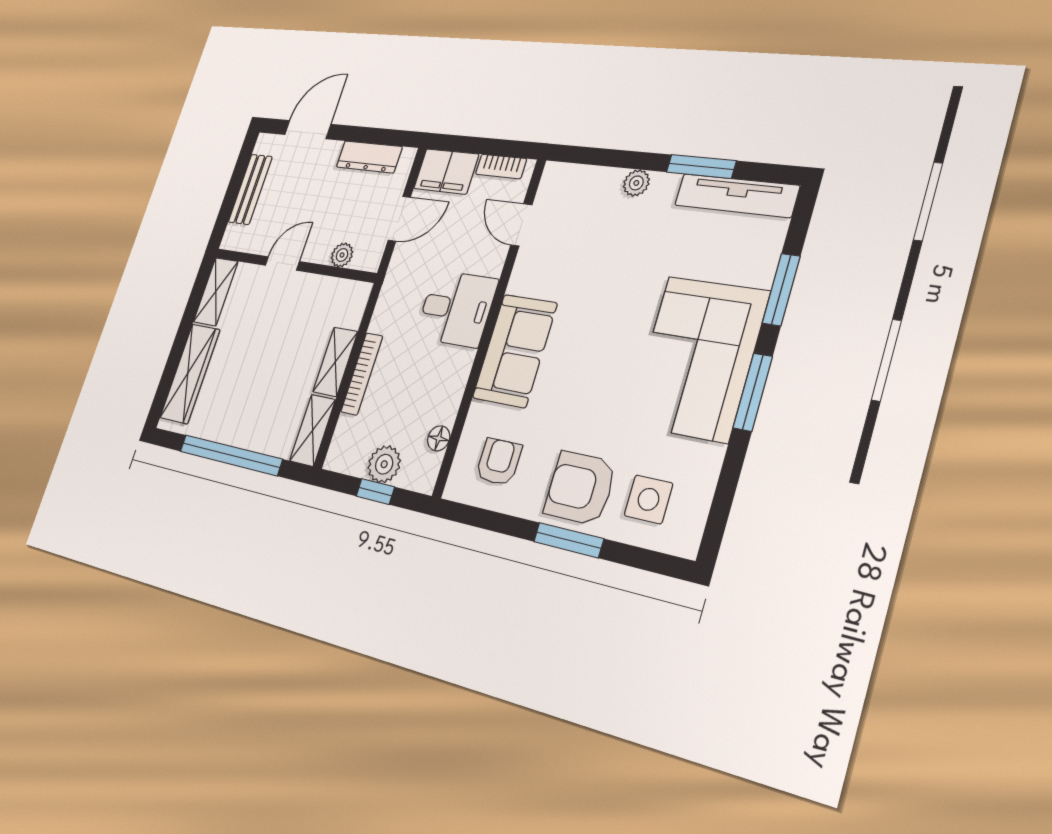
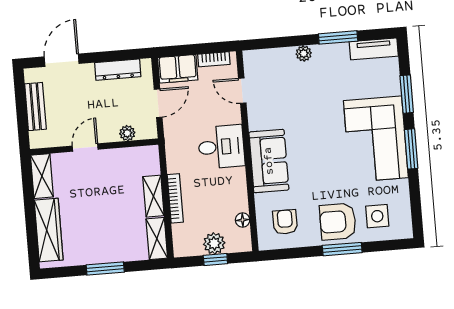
tv unit: (736, 195) -> (374, 49), width x0.71
window: (231, 455) -> (105, 269), width x0.47

